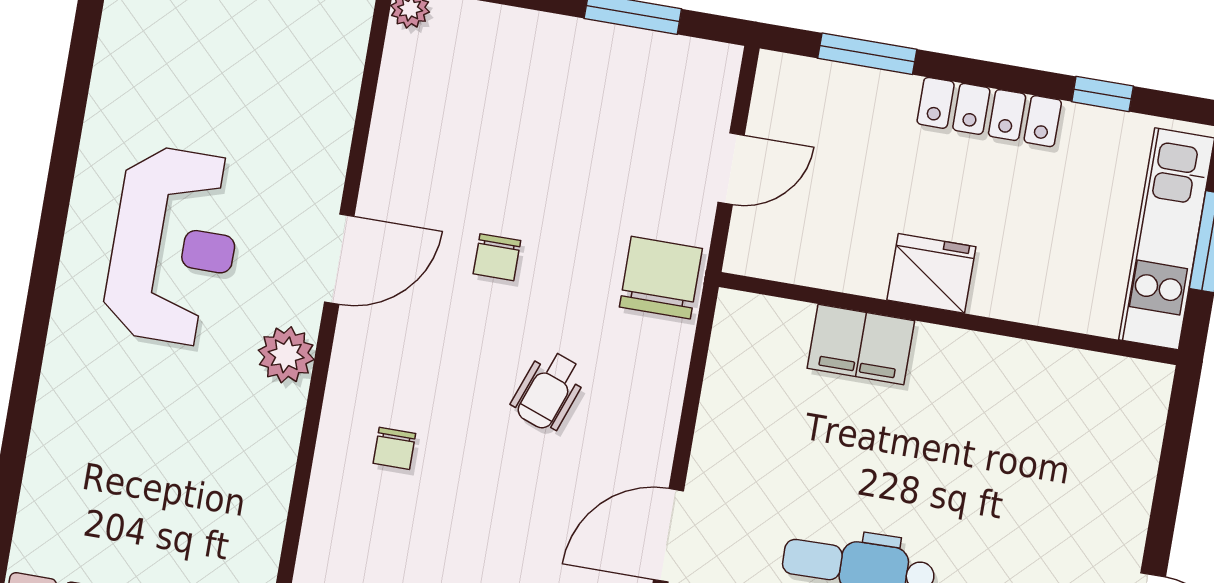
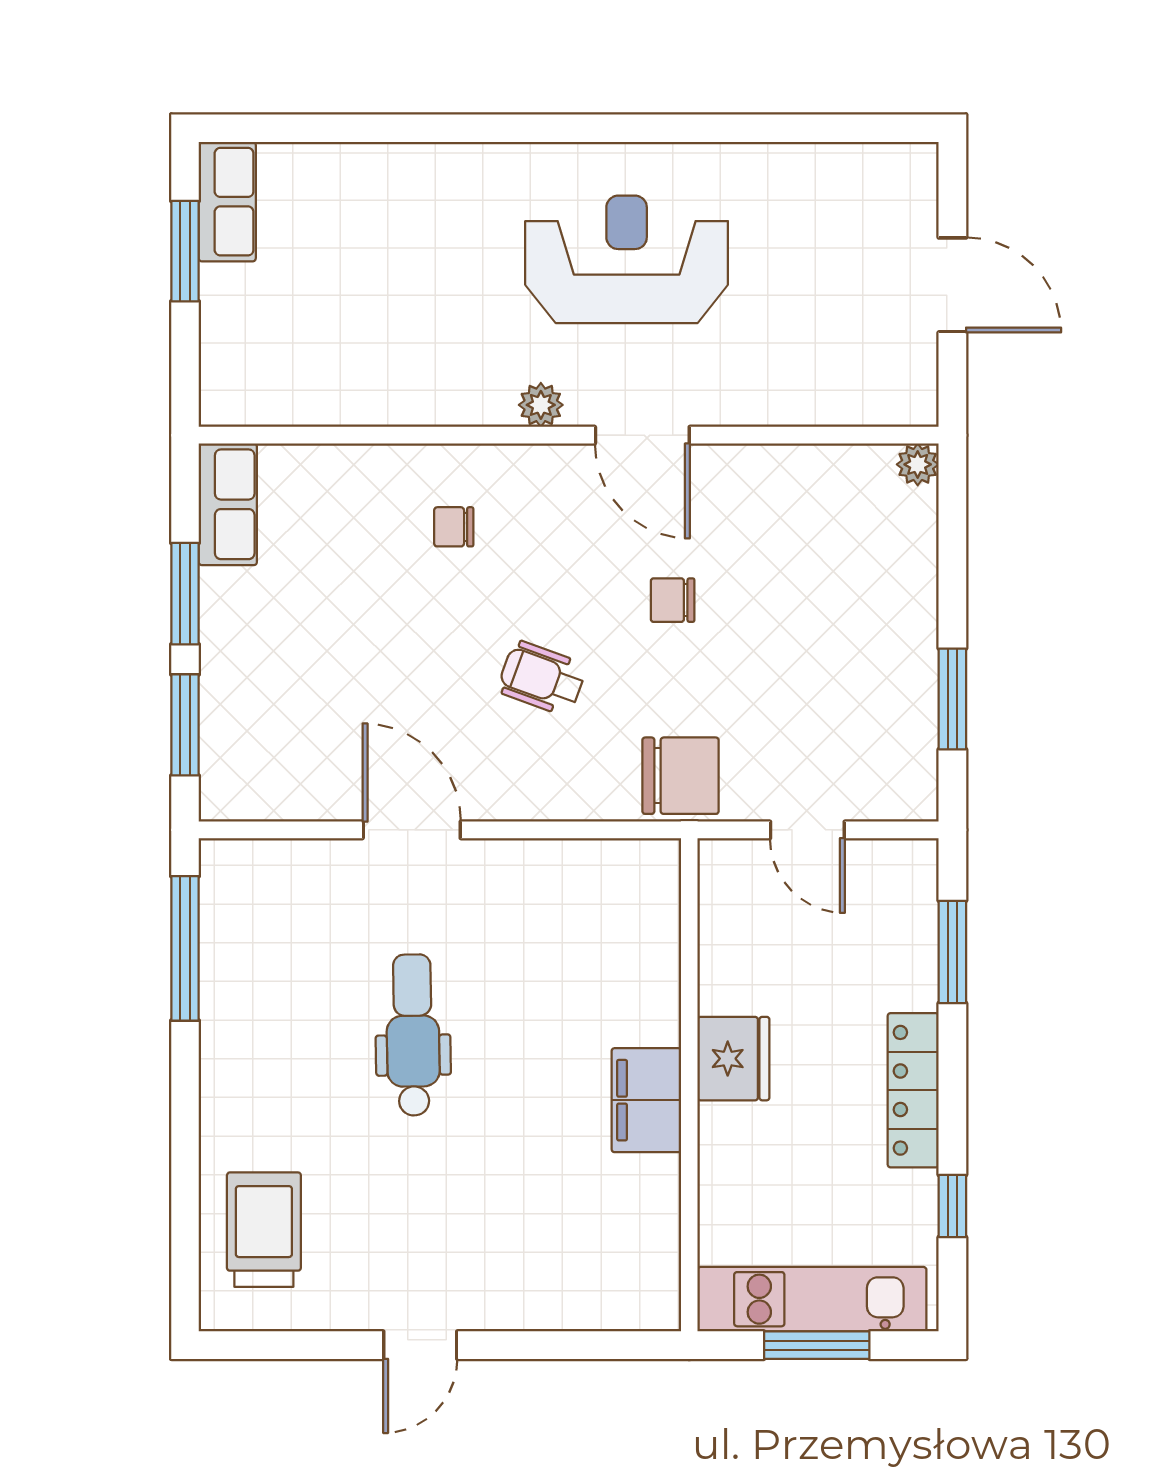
reception desk: (174, 246) -> (627, 259), turned 180
filing cabinet: (861, 344) -> (646, 1100), moved
plant: (286, 355) -> (541, 405), width x0.73, depth x0.73

